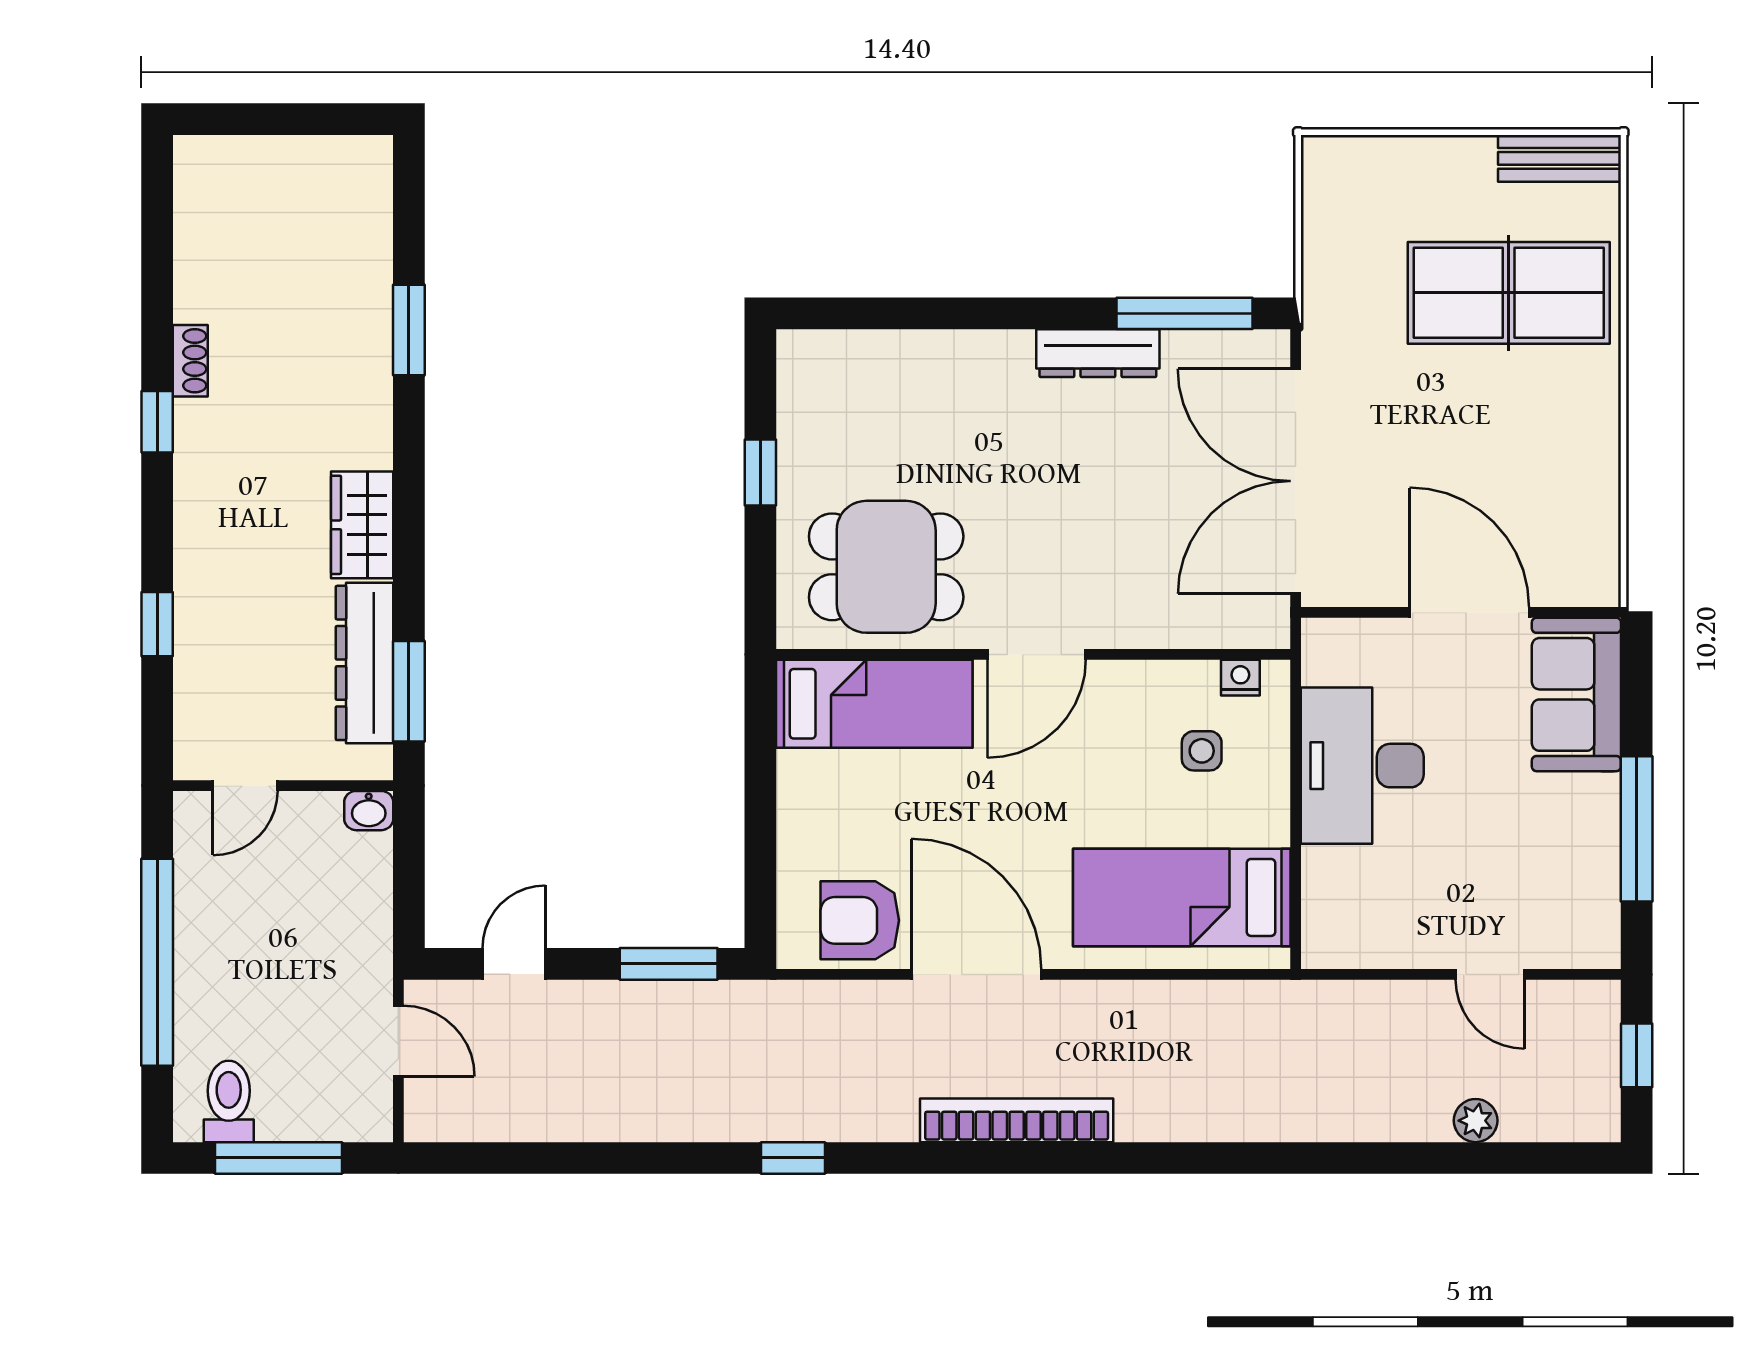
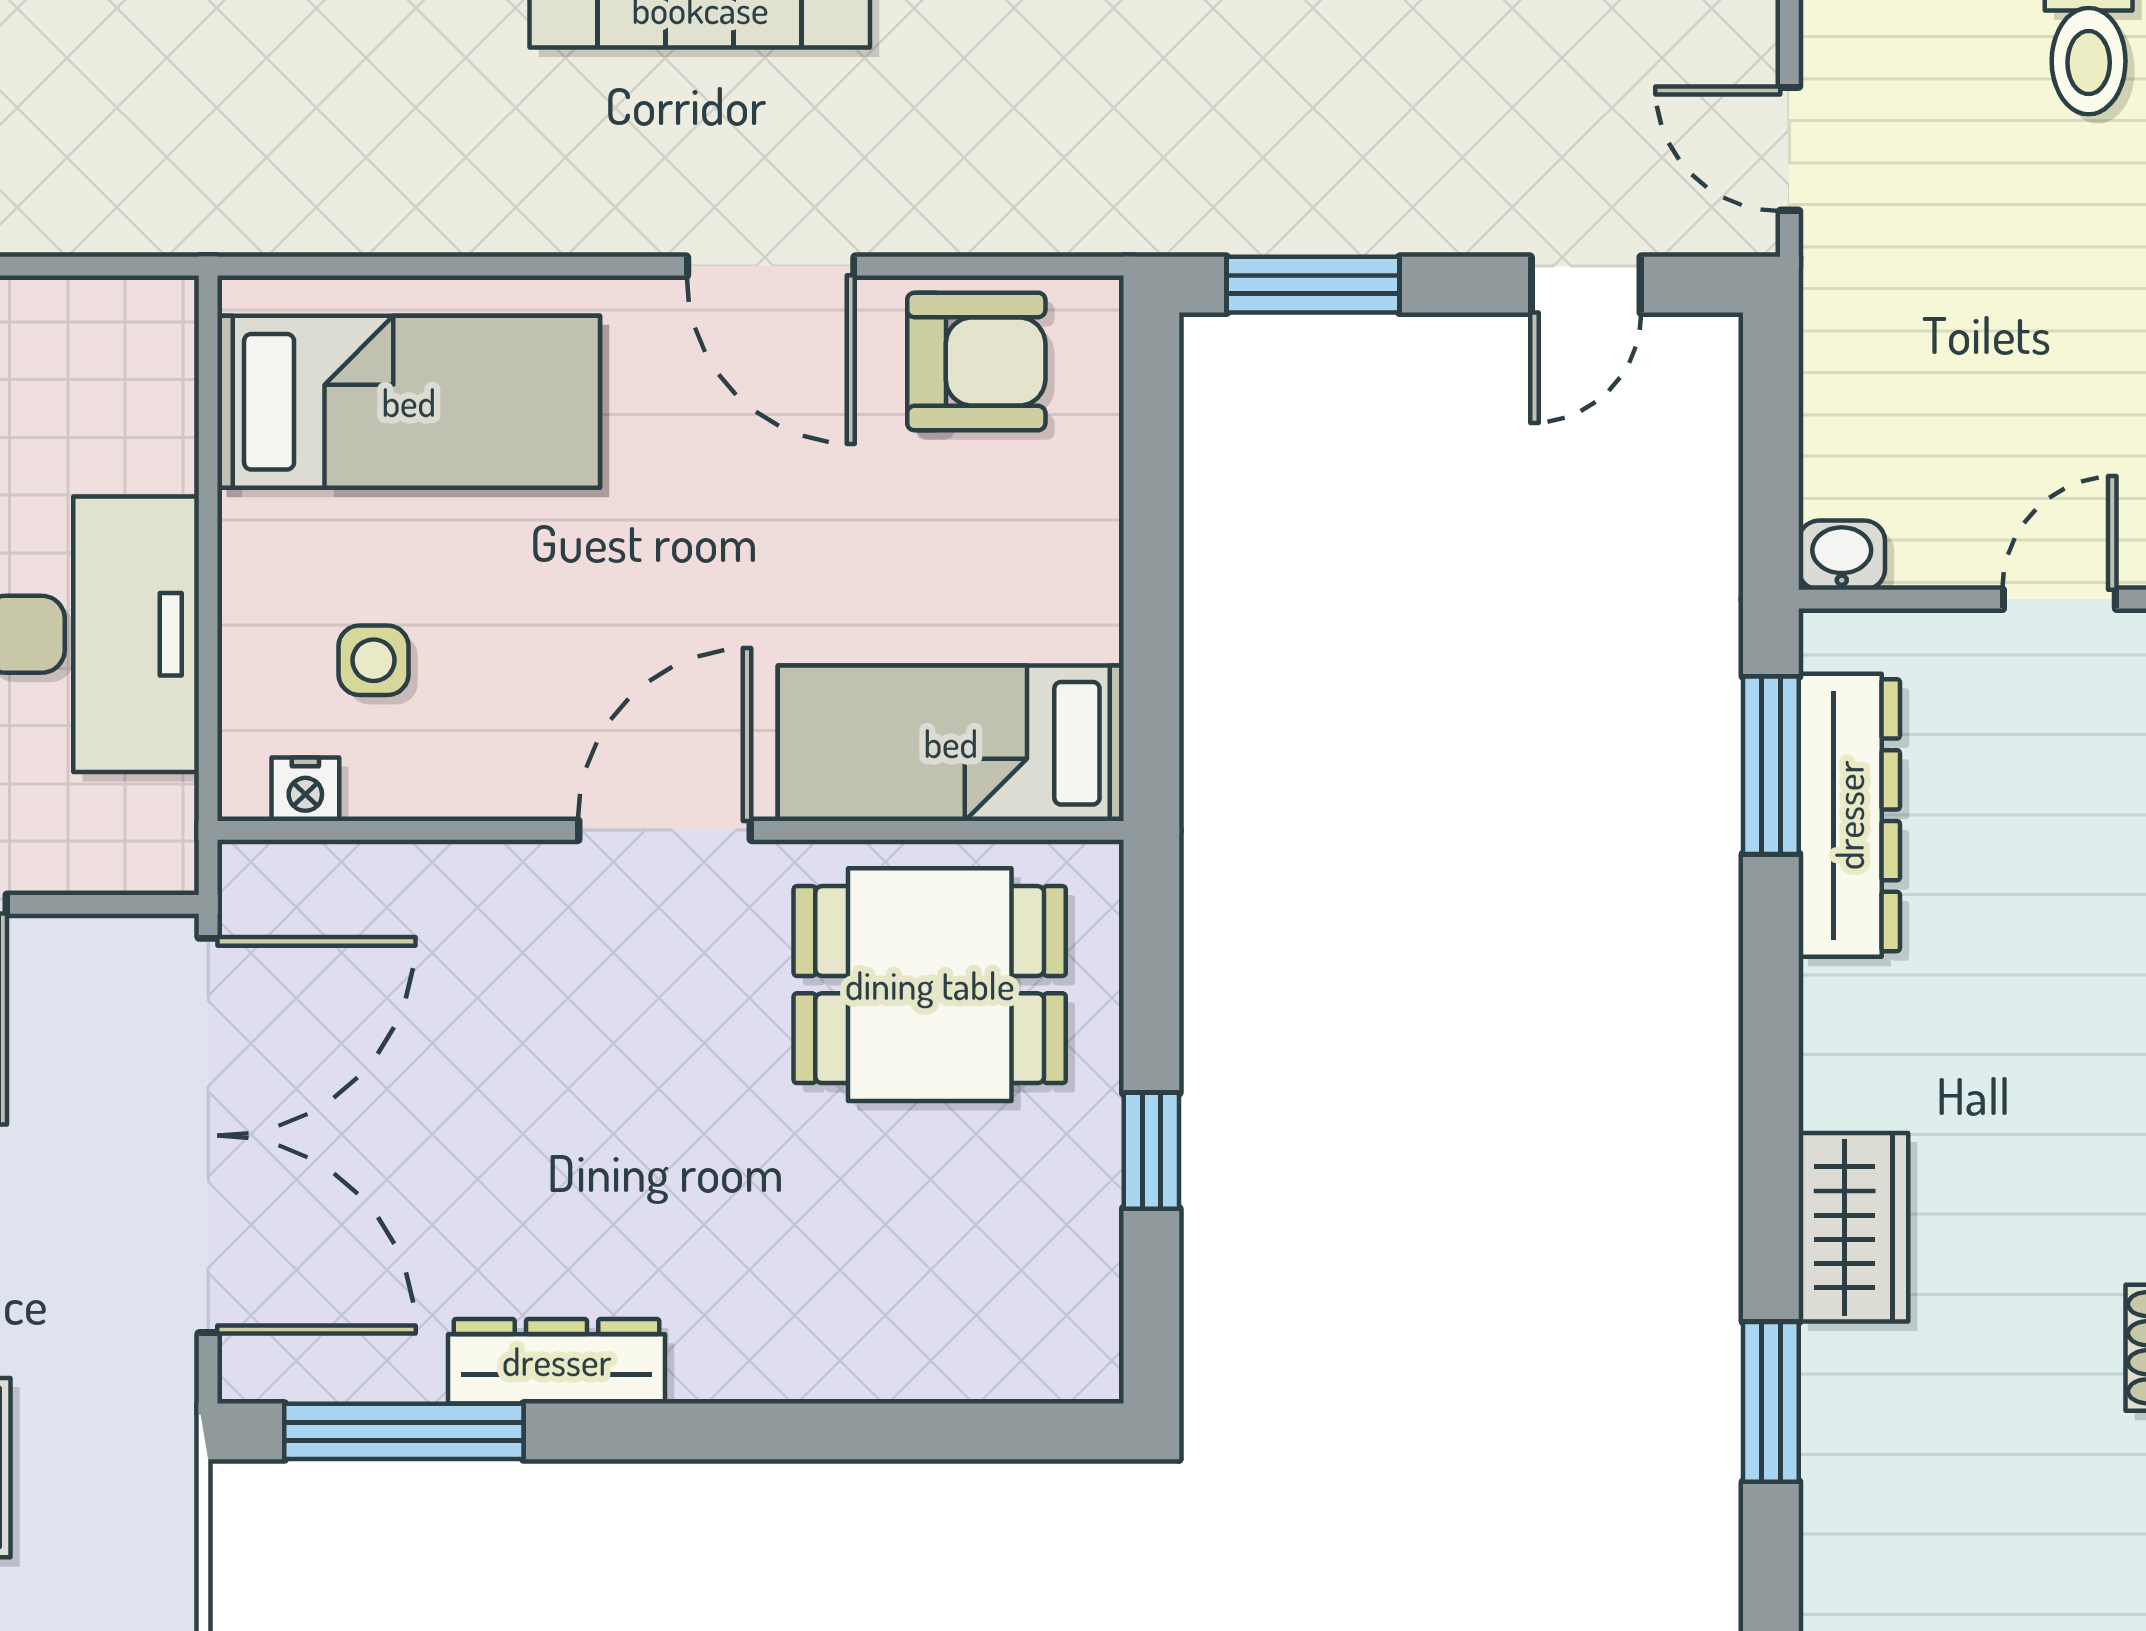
wardrobe: (362, 525) -> (1853, 1227), moved
door: (976, 974) -> (771, 266), width x0.73

